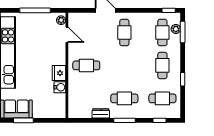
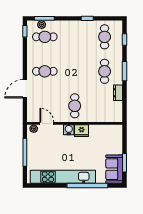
door: (67, 35) -> (47, 123), hinge flipped
cafe table: (162, 65) -> (75, 37), removed
water cooler: (60, 87) -> (69, 130), moved

